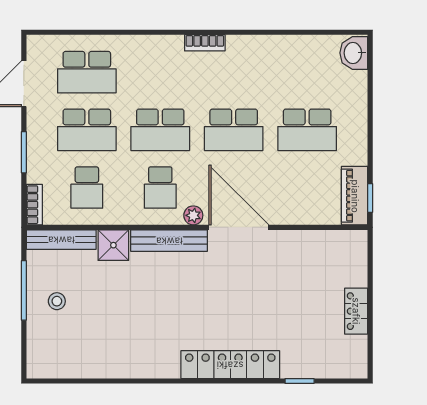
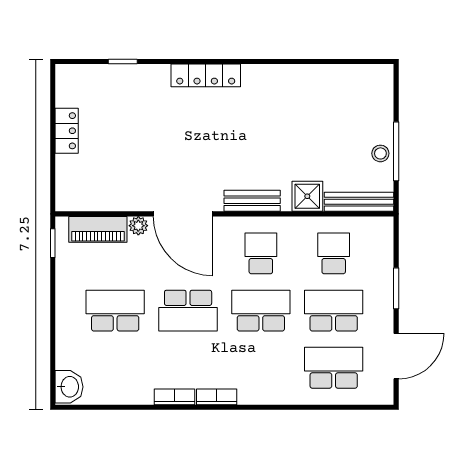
school desk: (234, 130) -> (188, 311), turned 180
piano: (355, 196) -> (98, 229), moved, turned 90
bookcase: (34, 205) -> (175, 397), moved, turned 90
plant: (193, 215) -> (138, 226), moved
bench: (169, 241) -> (252, 201), width x0.73
stool: (57, 301) -> (380, 153), moved
locker: (230, 365) -> (206, 75), width x0.71, depth x0.83

